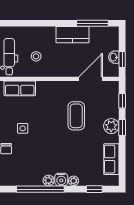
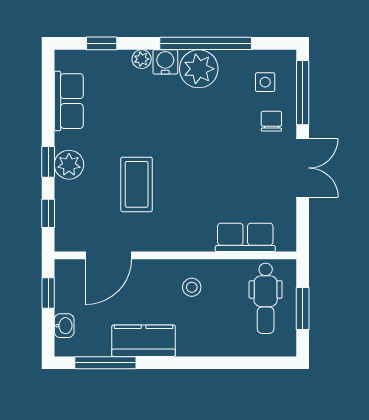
stool: (36, 56) -> (192, 287), moved
washbasin: (114, 57) -> (64, 326), moved
side table: (23, 128) -> (265, 82), moved
plant: (49, 180) -> (199, 69), width x1.87, depth x1.87

